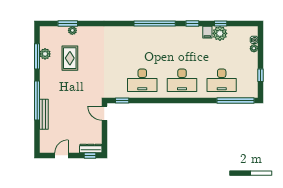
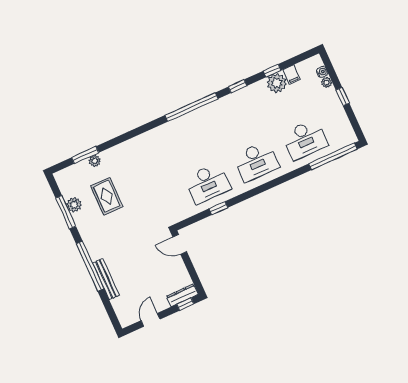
filing cabinet: (207, 32) -> (291, 75), moved
window: (260, 75) -> (343, 97), moved
window: (122, 100) -> (218, 208), moved

